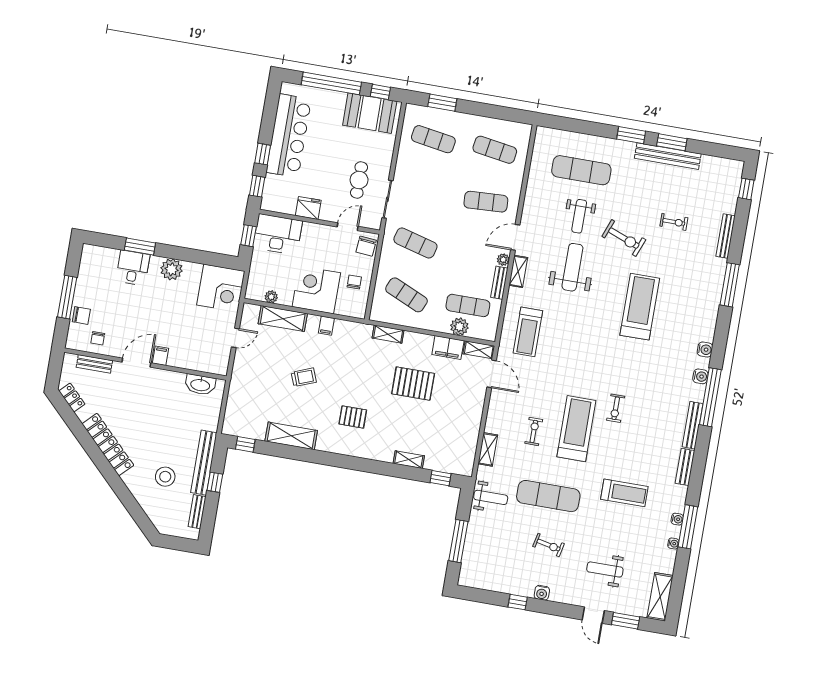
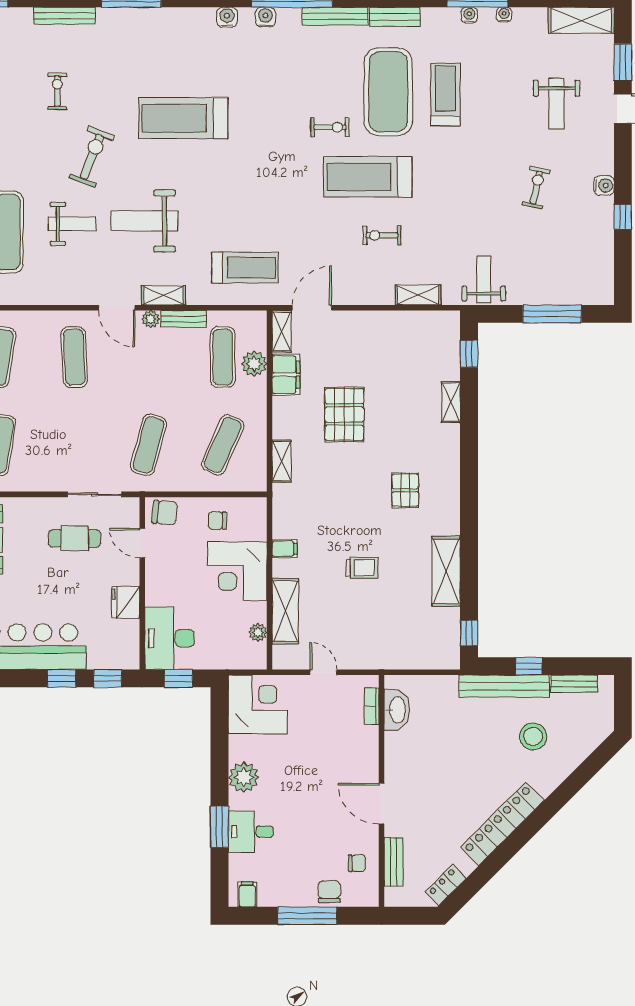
filing cabinet: (160, 356) -> (247, 894), moved, turned 90
bookcase: (206, 367) -> (372, 706), added
trolley: (304, 377) -> (362, 568), turned 111
exercise mat: (548, 496) -> (388, 92), moved, width x1.47

